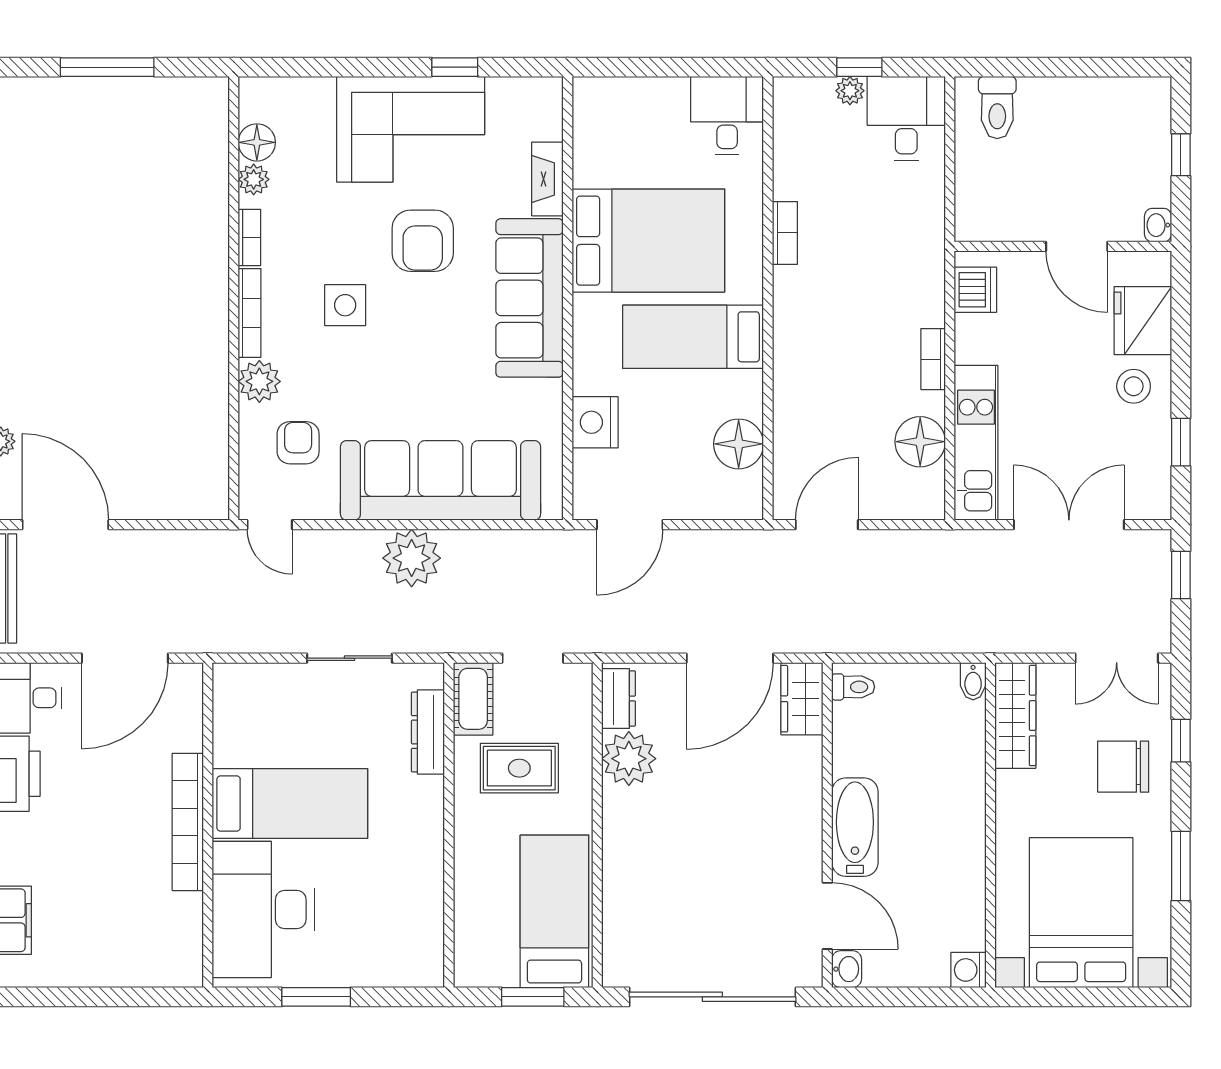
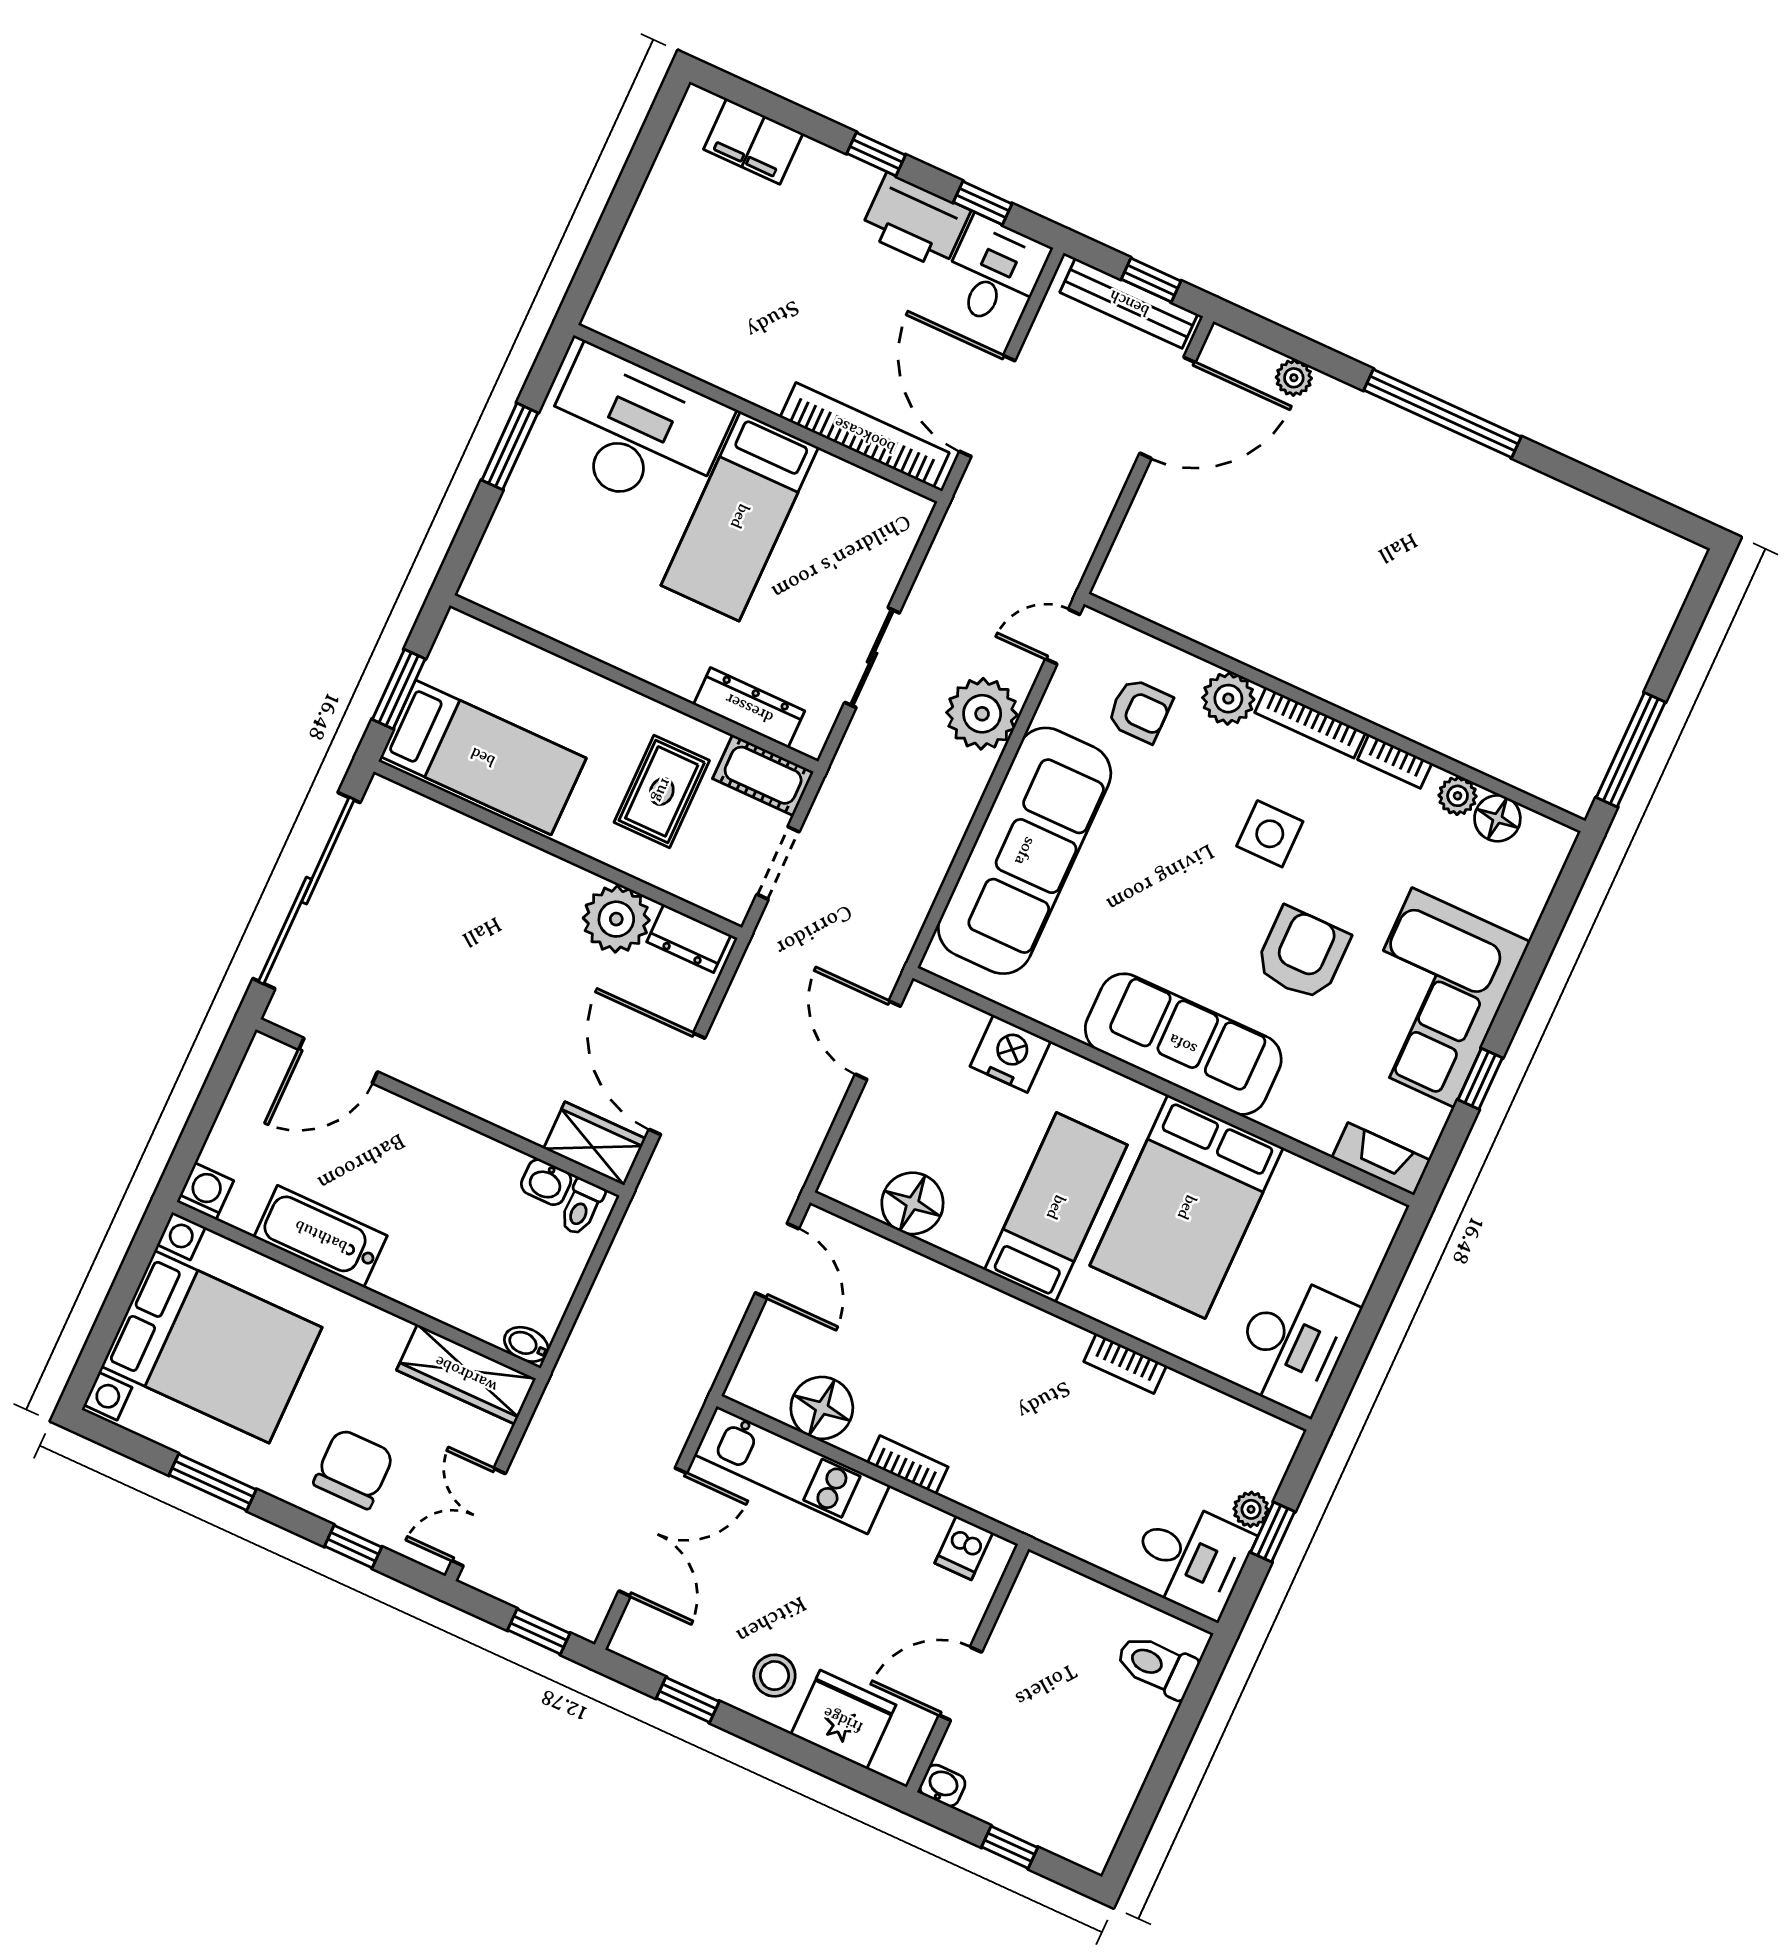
window: (107, 67) -> (1631, 750), moved
desk: (727, 116) -> (1293, 1344), width x1.37
fireplace: (547, 179) -> (1381, 1159), moved
armchair: (423, 241) -> (1302, 954), turned 90
dishwasher: (975, 290) -> (964, 1548), width x0.73
plant: (412, 558) -> (982, 714), moved
bookcase: (188, 822) -> (865, 435), moved
bathtub: (855, 827) -> (321, 1236), moved, turned 180
washbasin: (847, 969) -> (546, 1182), moved

